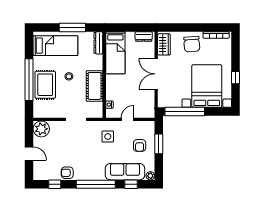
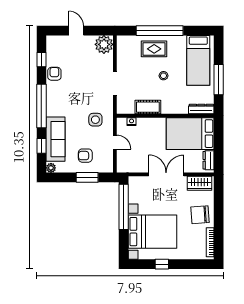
bed: (115, 53) -> (190, 134), width x1.50
rug: (45, 85) -> (154, 49), width x0.73, depth x0.70
cot: (95, 86) -> (148, 107), width x0.73, depth x0.75
door: (29, 154) -> (76, 31), swing flipped

